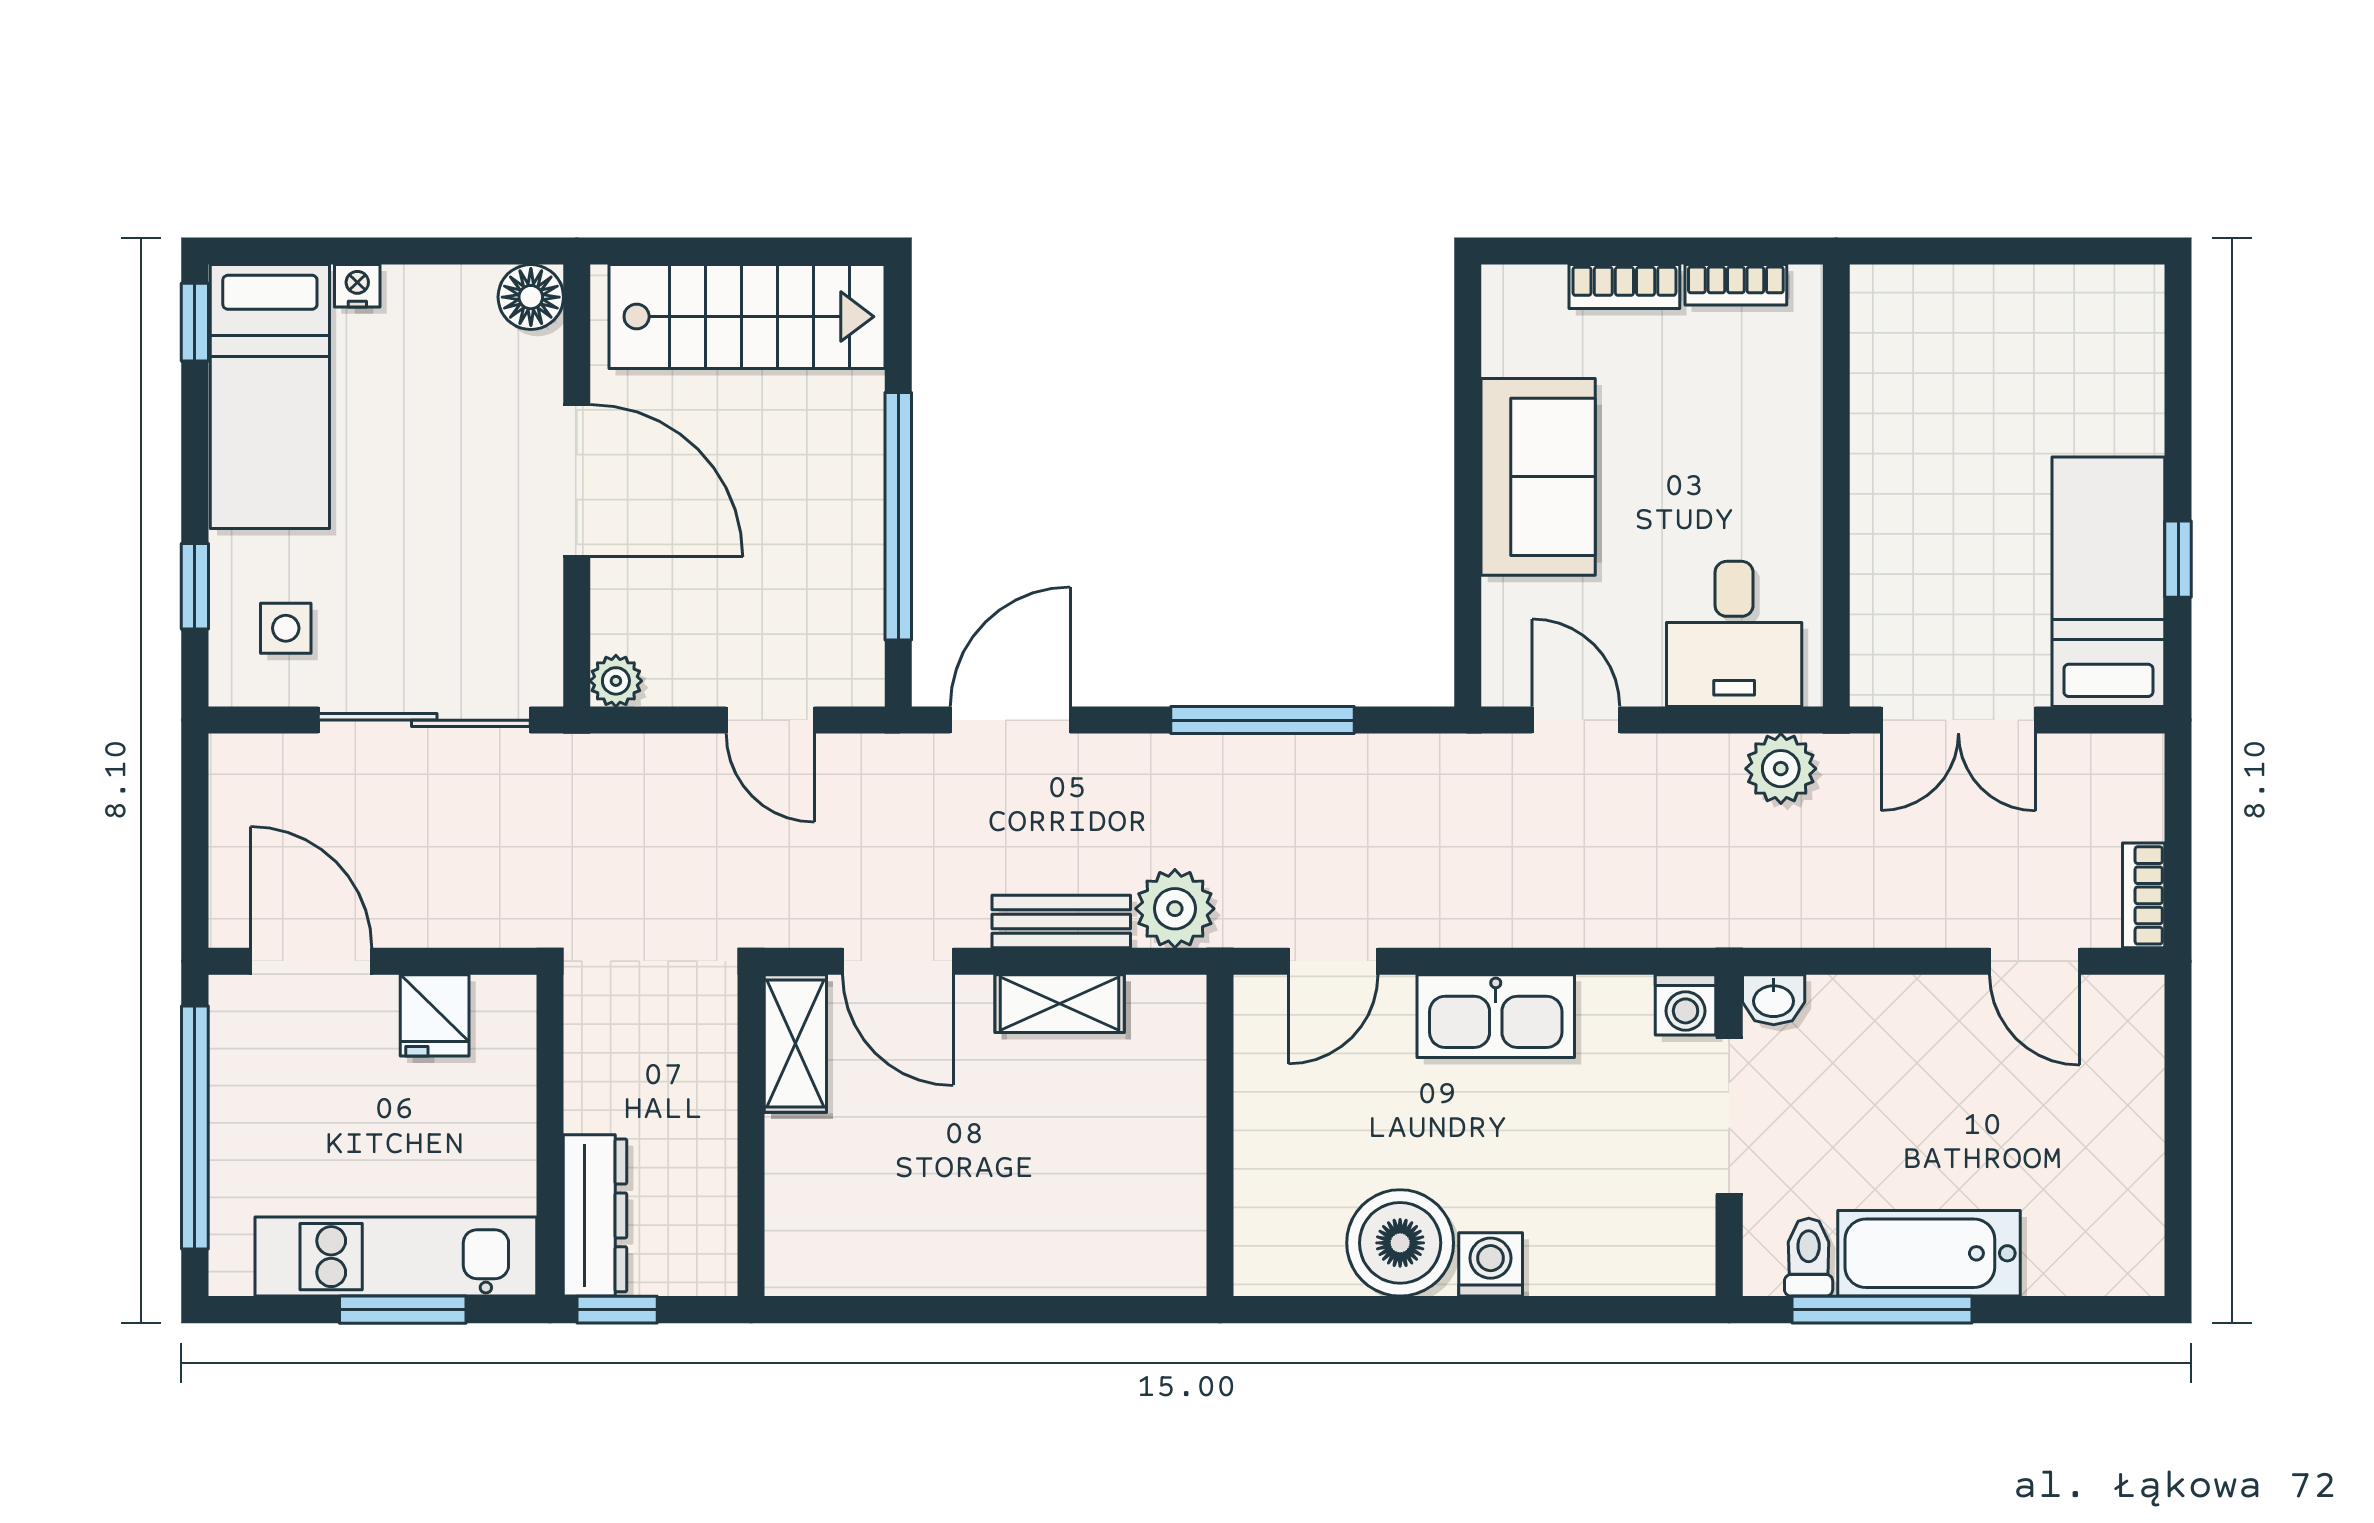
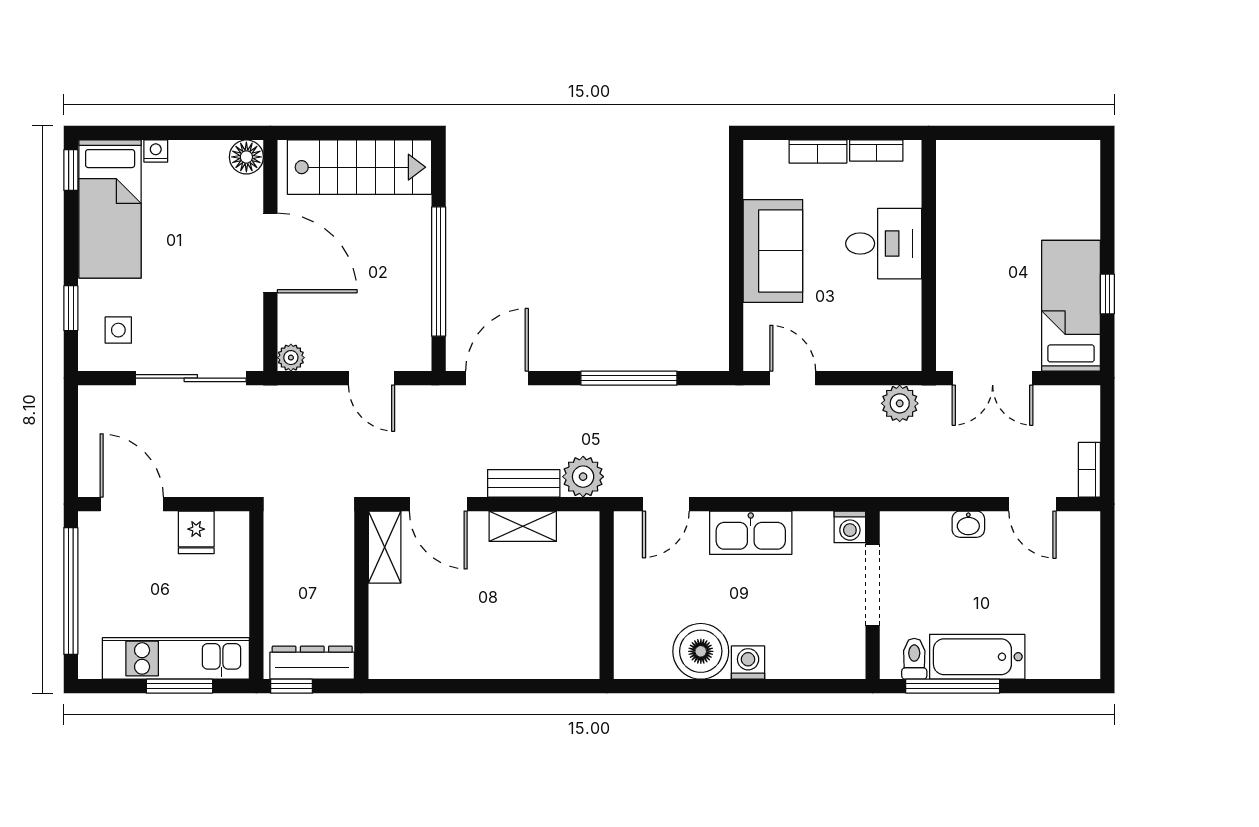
desk: (1734, 634) -> (884, 244), moved, turned -90
washbasin: (1774, 1000) -> (968, 524), moved
dresser: (595, 1215) -> (312, 663), moved, turned -90

